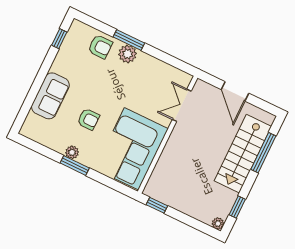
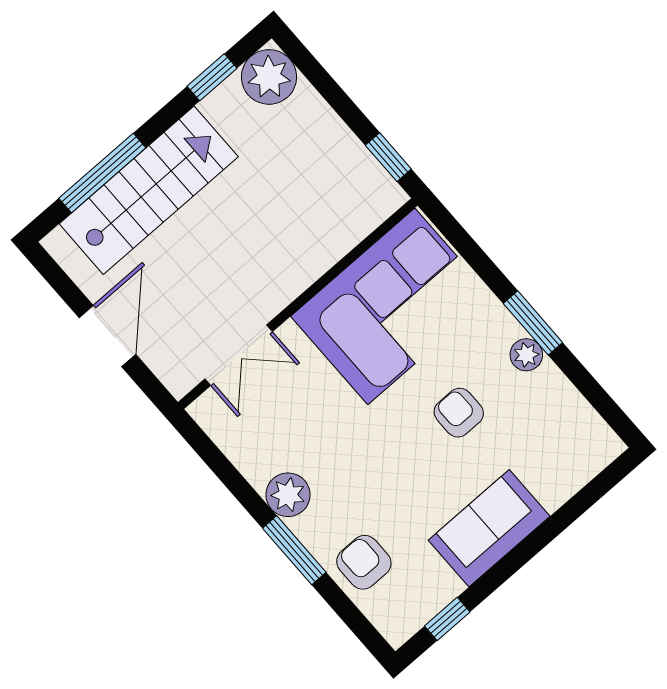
plant: (128, 54) -> (288, 495), moved
sofa: (50, 96) -> (489, 528), moved
plant: (218, 224) -> (269, 77), width x1.87, depth x1.87

